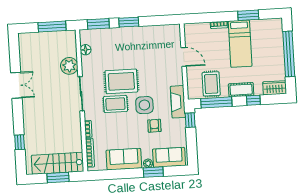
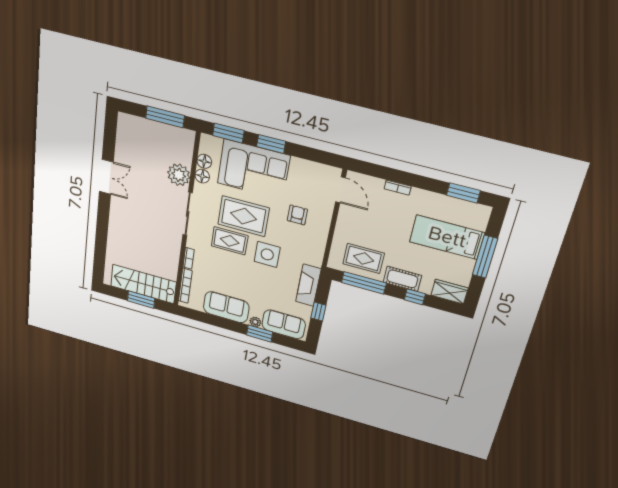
window: (248, 15) -> (463, 193), moved
corner sofa: (121, 44) -> (253, 169), added
bed: (240, 44) -> (447, 237), moved, turned 90
window: (289, 54) -> (485, 257), width x0.68
door: (184, 57) -> (341, 190), moved
floor lamp: (86, 61) -> (202, 176), added
rug: (211, 84) -> (364, 258), turned 90
fireplace: (178, 102) -> (308, 285), moved
window: (190, 120) -> (318, 312), moved
armchair: (154, 126) -> (297, 215), moved
window: (20, 142) -> (101, 245), removed

